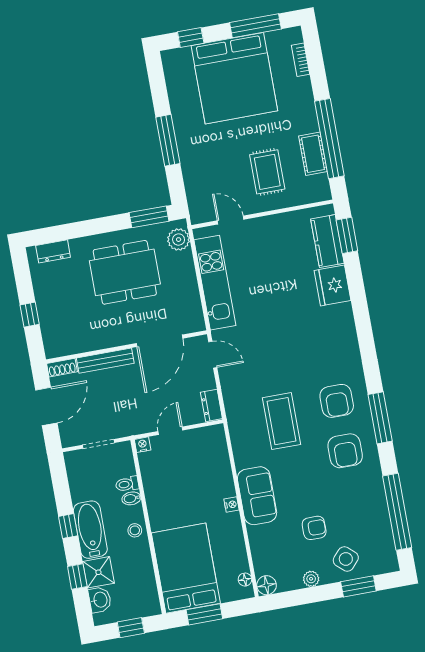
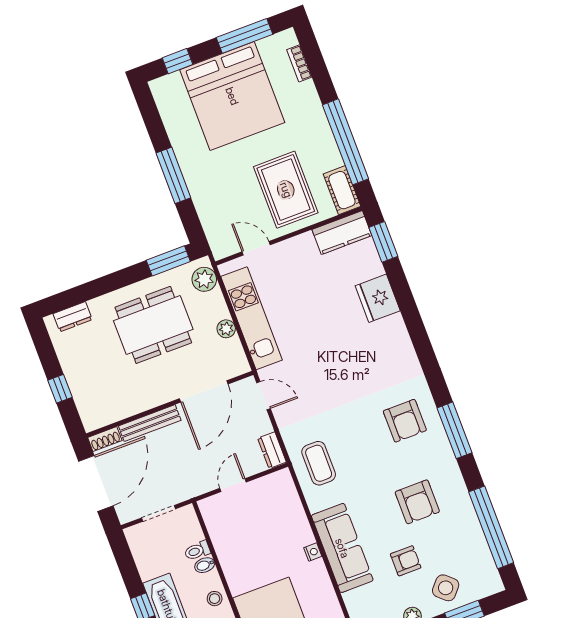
cot: (313, 154) -> (342, 190), moved
rug: (267, 172) -> (286, 190), width x1.36, depth x1.43
kitchen counter: (327, 241) -> (342, 233), moved, turned -90
plant: (190, 288) -> (226, 329), added
door: (46, 406) -> (96, 484), width x1.36
coffee table: (282, 421) -> (319, 463), moved, width x0.73, depth x0.76
nightstand: (143, 445) -> (206, 506), removed
armchair: (345, 451) -> (417, 502), moved
sofa: (257, 496) -> (342, 548), width x1.36

